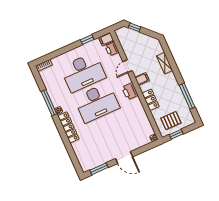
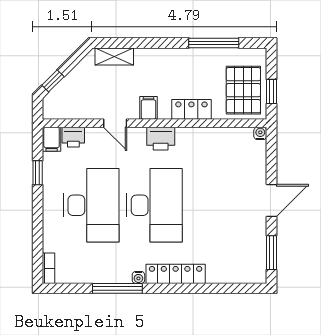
shelving: (165, 63) -> (114, 56), moved
pallet: (171, 121) -> (243, 90), width x1.50, depth x1.42

